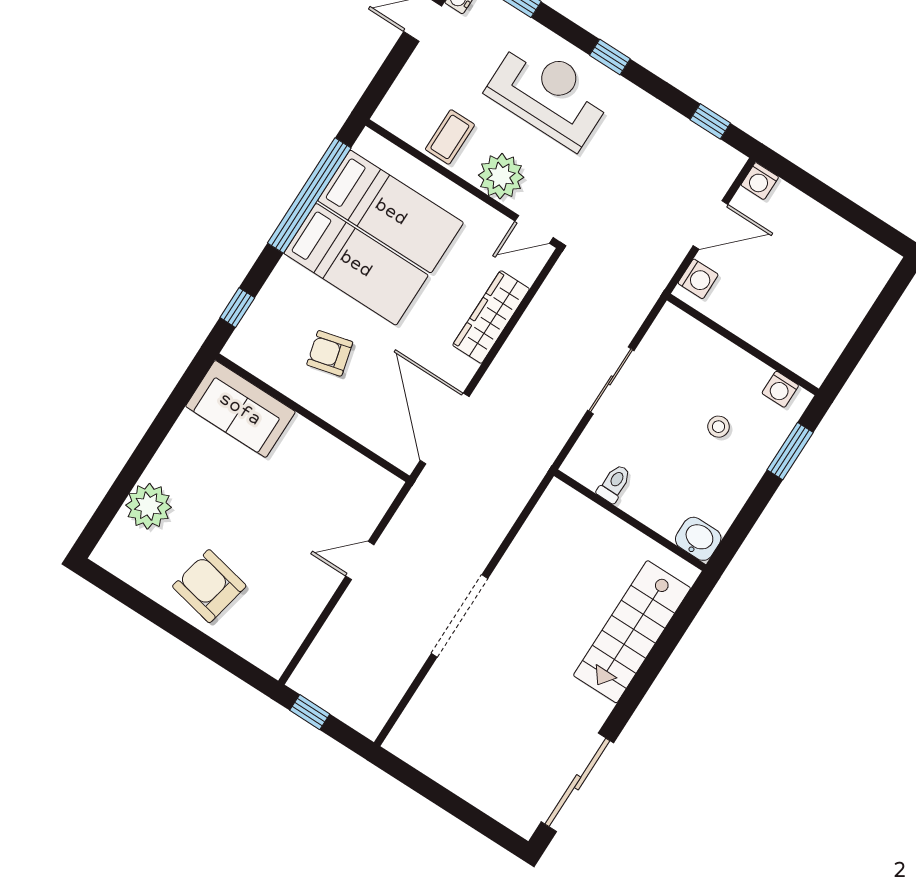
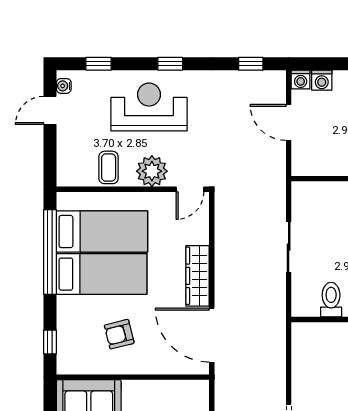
door: (711, 225) -> (289, 122), swing flipped
washing machine: (698, 279) -> (322, 80), moved, turned 90
wardrobe: (491, 317) -> (198, 276), moved
toilet: (614, 484) -> (331, 300), width x1.37, depth x1.39

